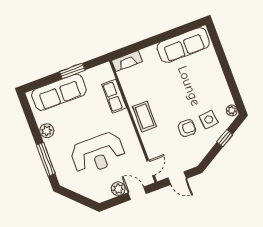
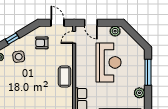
armchair: (187, 128) -> (42, 43), moved
reception desk: (98, 153) -> (109, 62), turned 90
plant: (118, 189) -> (115, 31), moved

